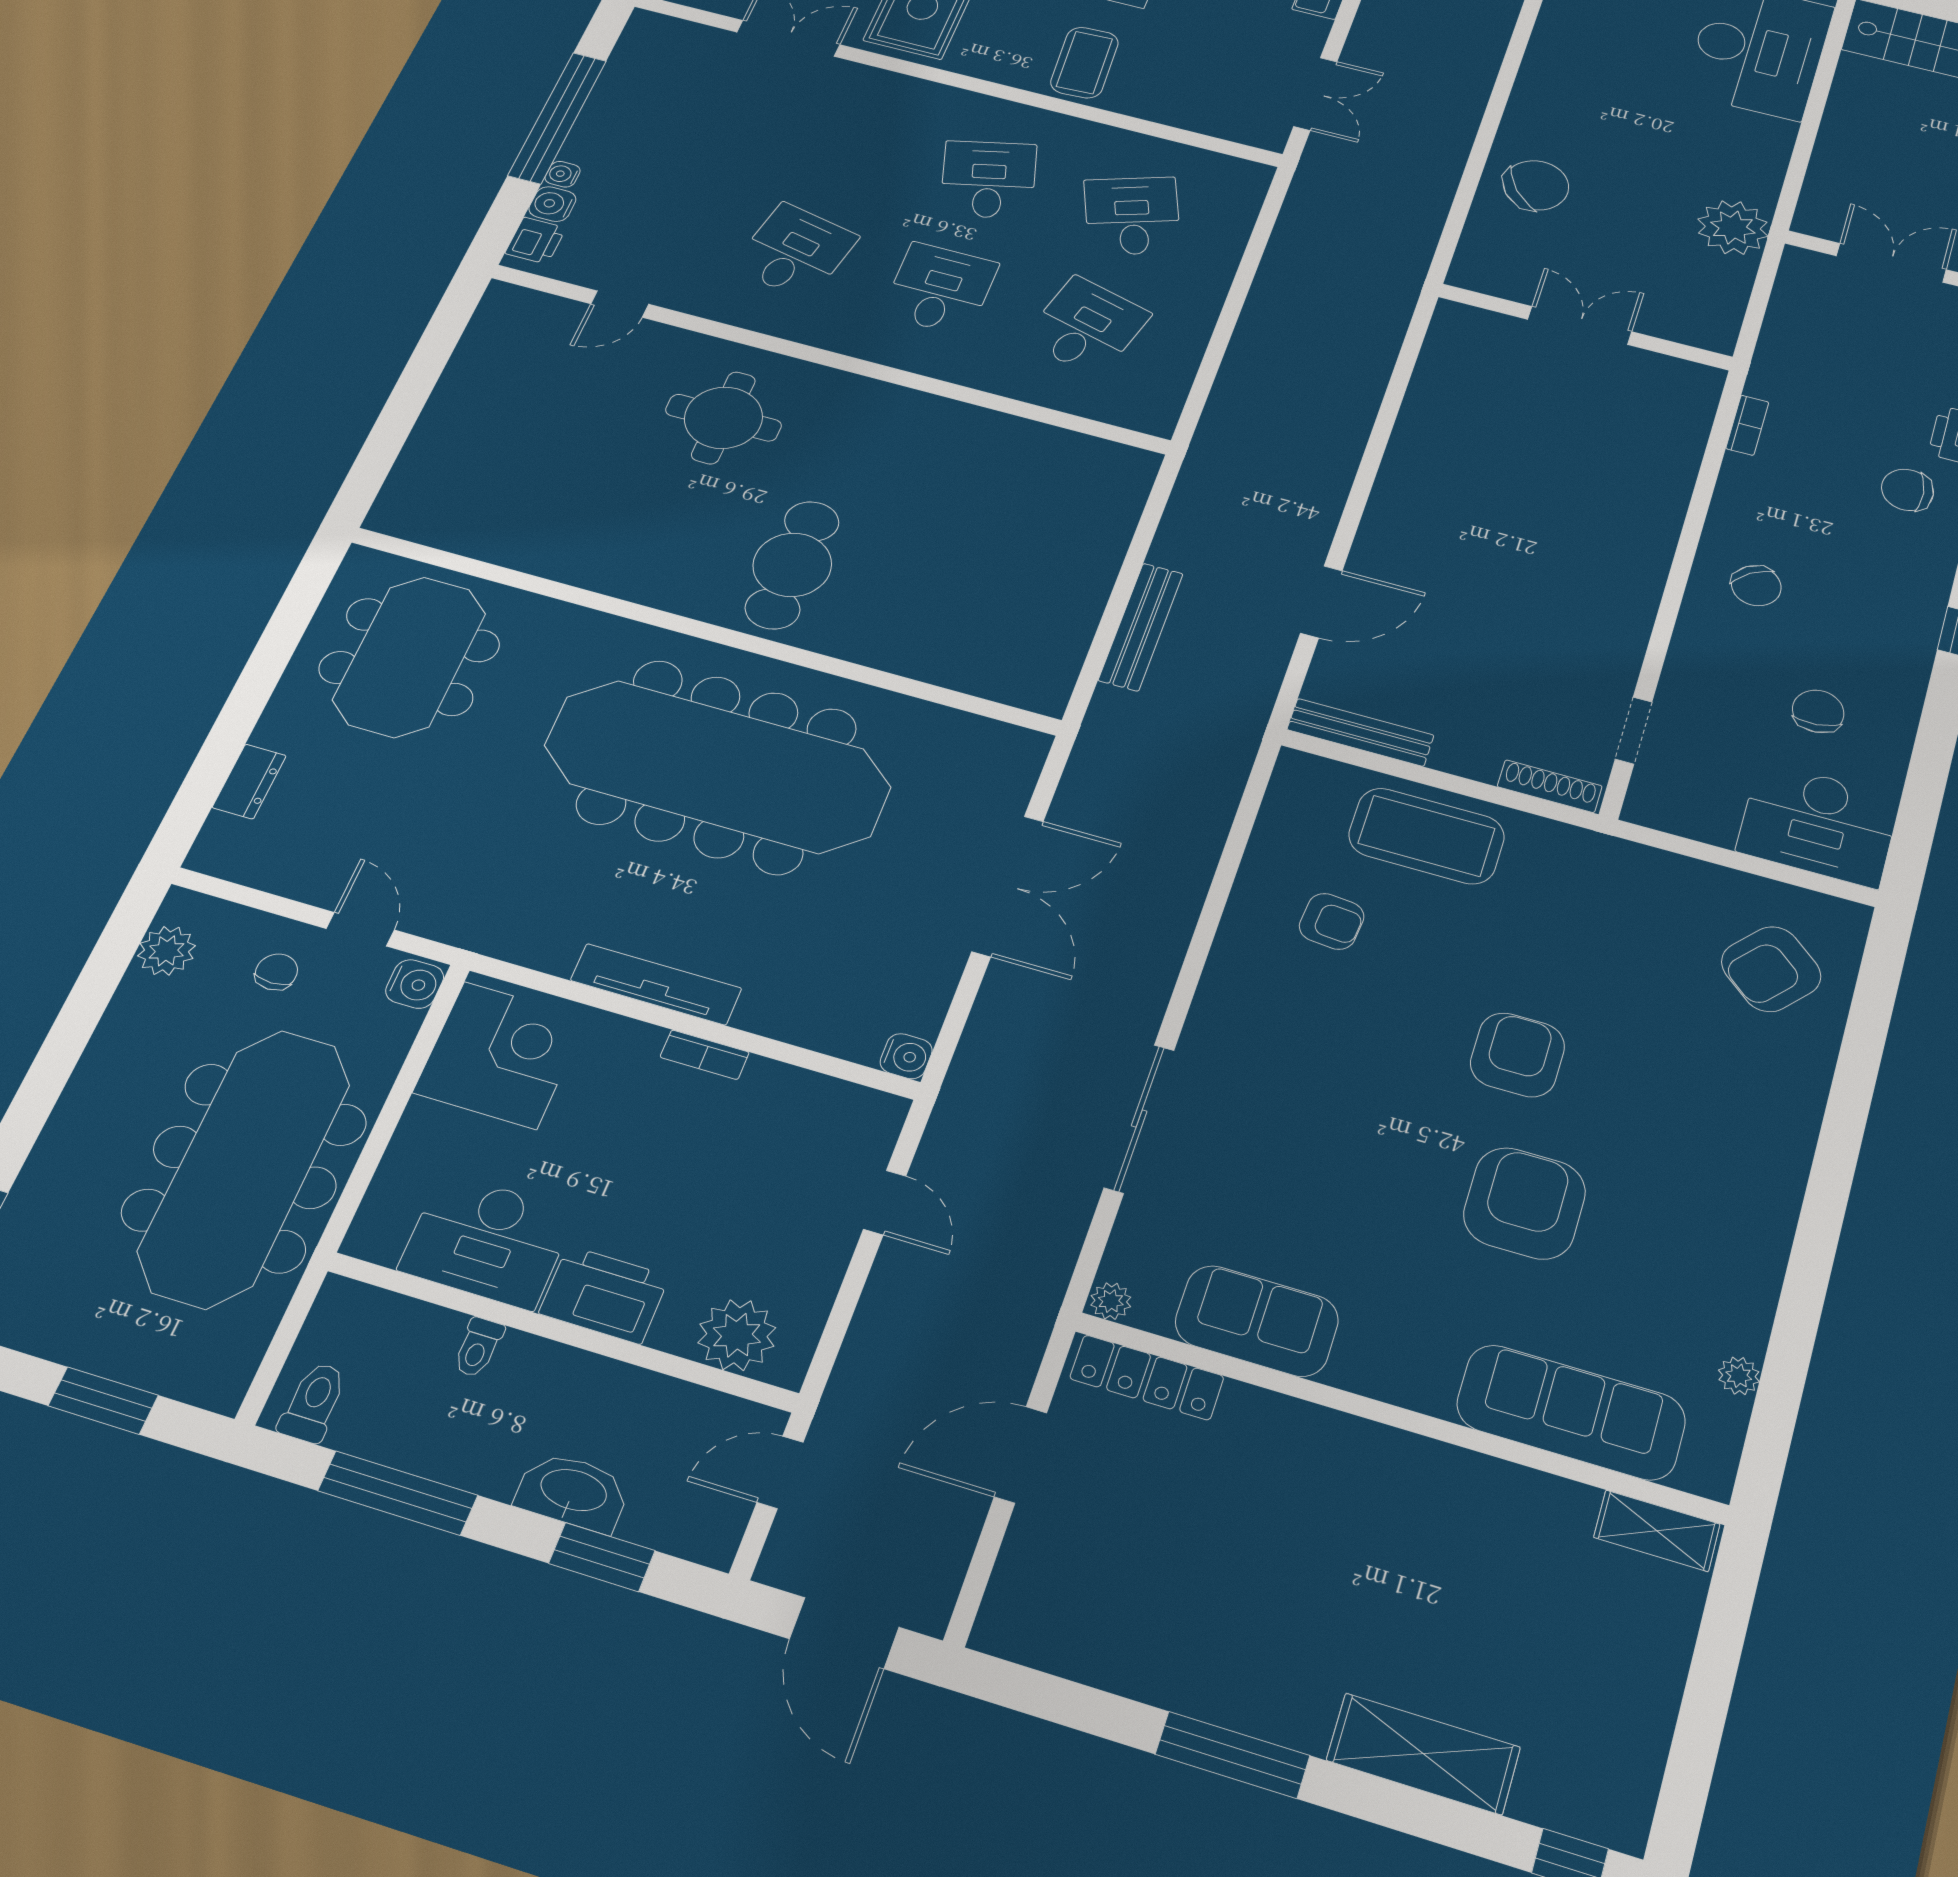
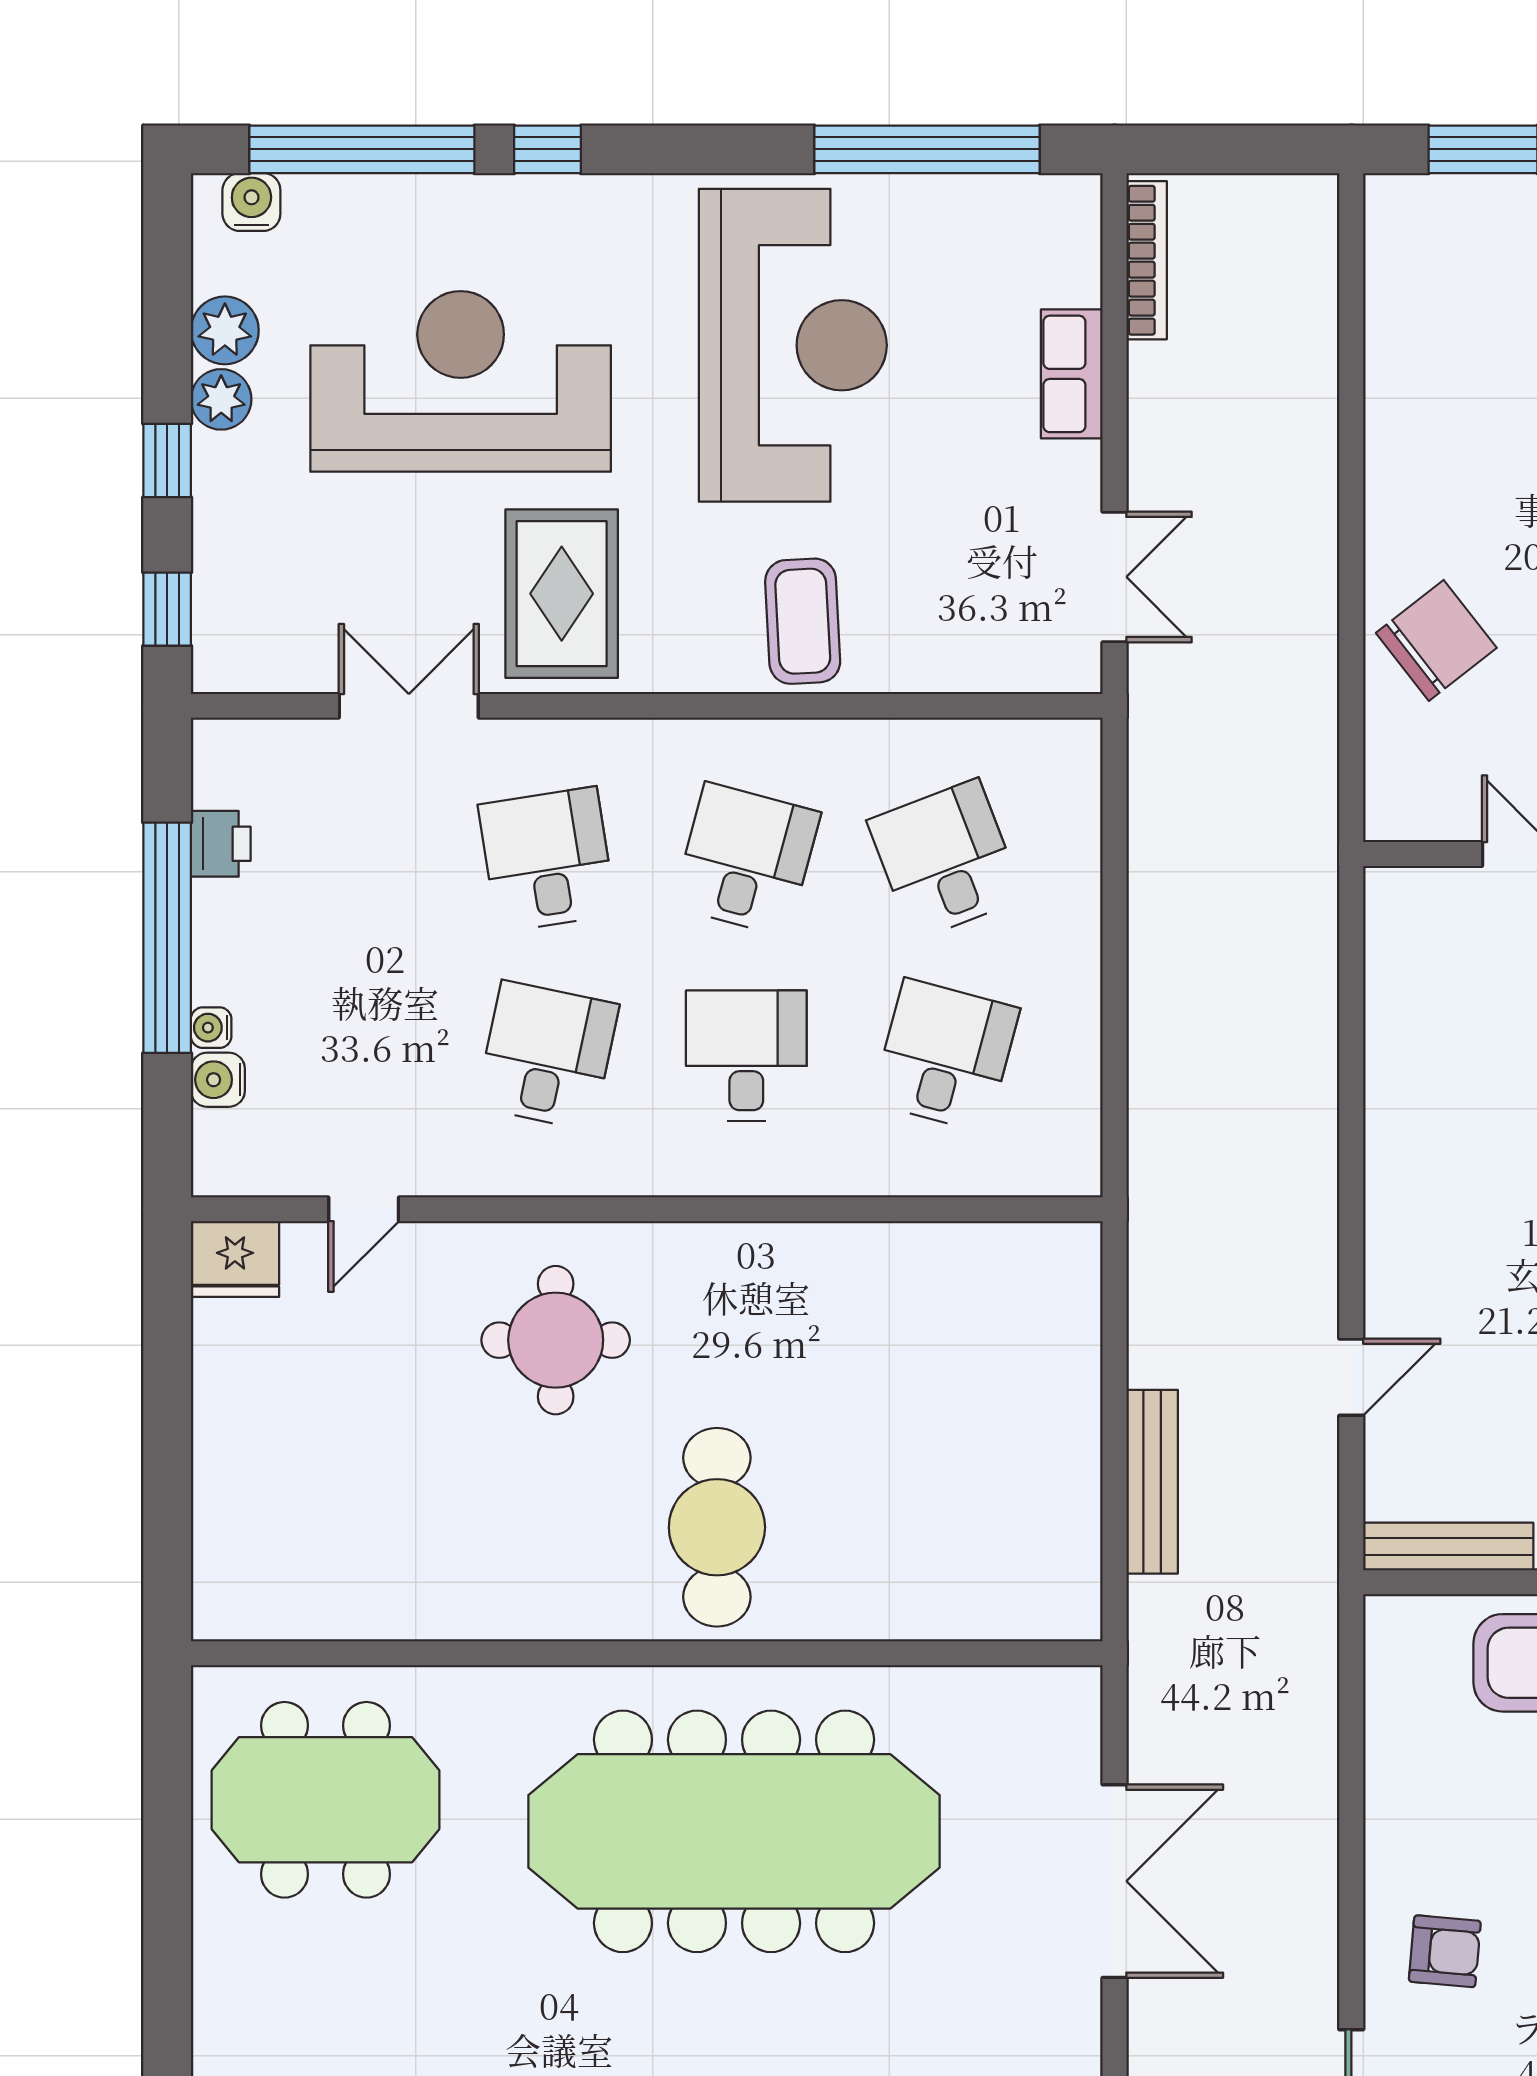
desk: (846, 144) -> (547, 860), added
desk: (988, 180) -> (746, 860), turned 30
printer: (536, 241) -> (221, 844), moved
fridge: (512, 308) -> (235, 1259), added
door: (1321, 602) -> (1351, 1377), width x0.73
meeting table: (409, 657) -> (325, 1800), turned 90
dresser: (249, 781) -> (217, 2023), removed
armchair: (1332, 921) -> (1445, 1951), moved

